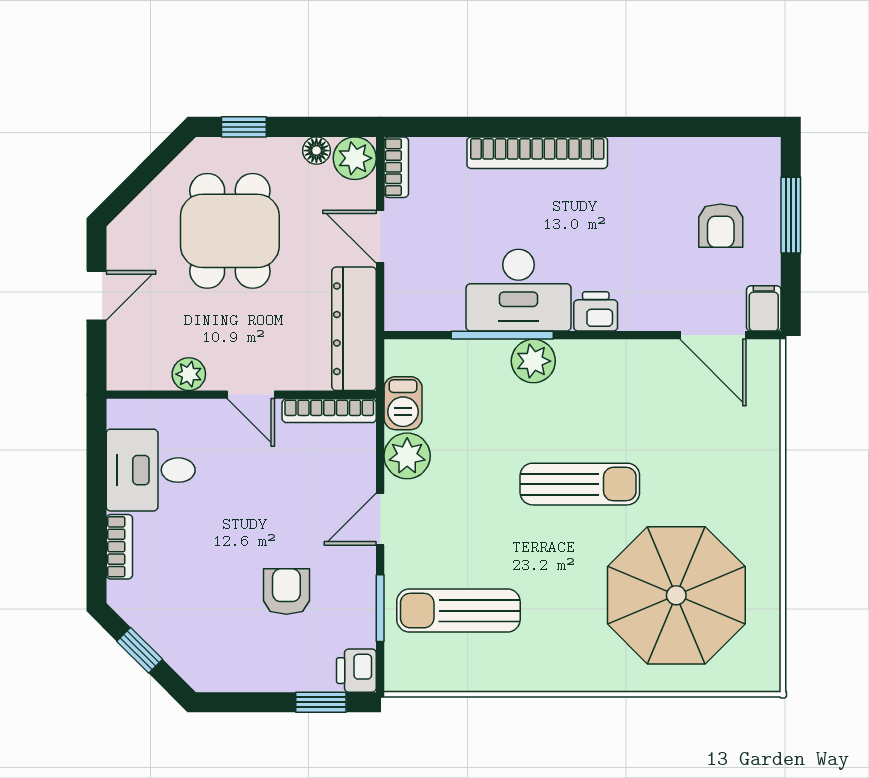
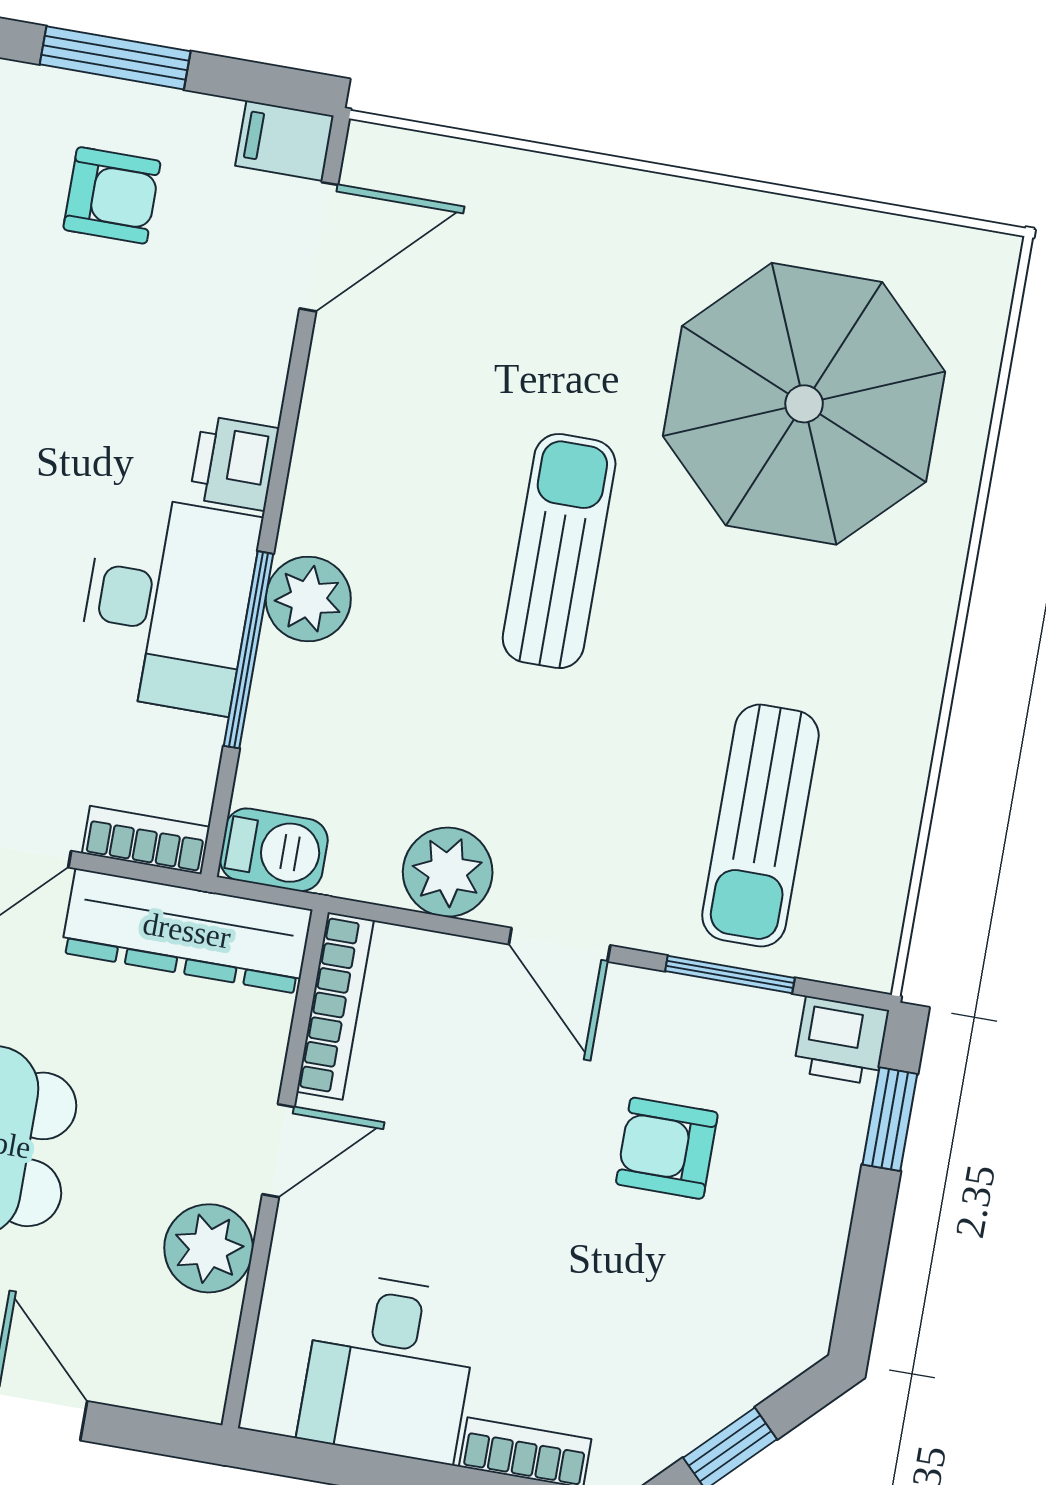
bookcase: (397, 300) -> (146, 840), added
plant: (189, 374) -> (209, 1248), width x1.38, depth x1.38
barbecue: (403, 403) -> (274, 850), moved

